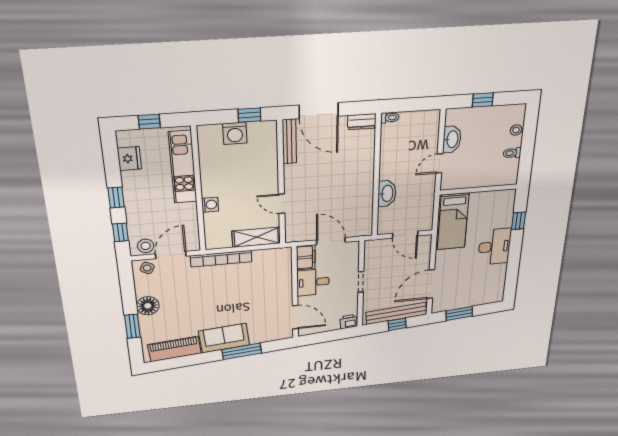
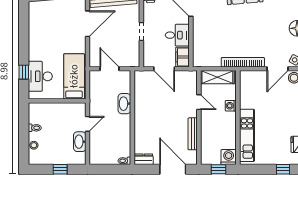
bench: (289, 142) -> (193, 134), moved
kitchen unit: (183, 167) -> (247, 135), moved
wall: (198, 190) -> (238, 118), moved
washing machine: (210, 205) -> (231, 106), moved
desk: (494, 247) -> (40, 76), moved

